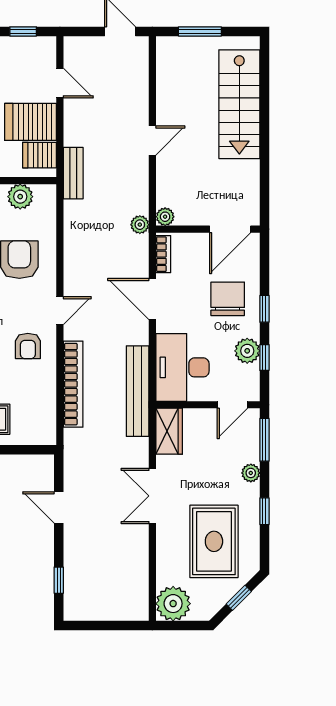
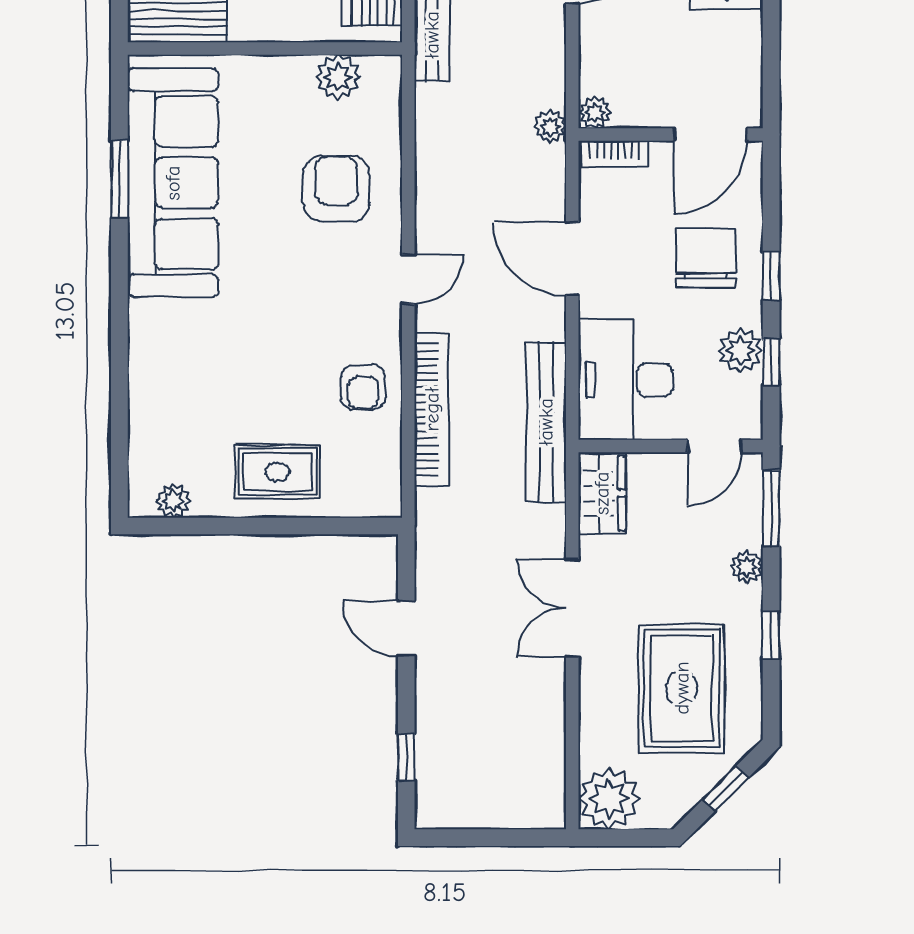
bookcase: (163, 254) -> (614, 154), moved, turned 90
armchair: (28, 346) -> (363, 387), moved

